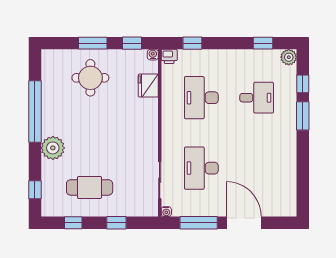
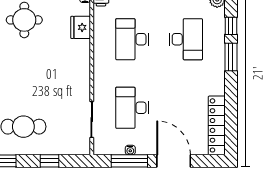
desk: (257, 98) -> (186, 39), width x1.37
locker: (288, 186) -> (217, 125), added
water cooler: (166, 212) -> (130, 150), moved

